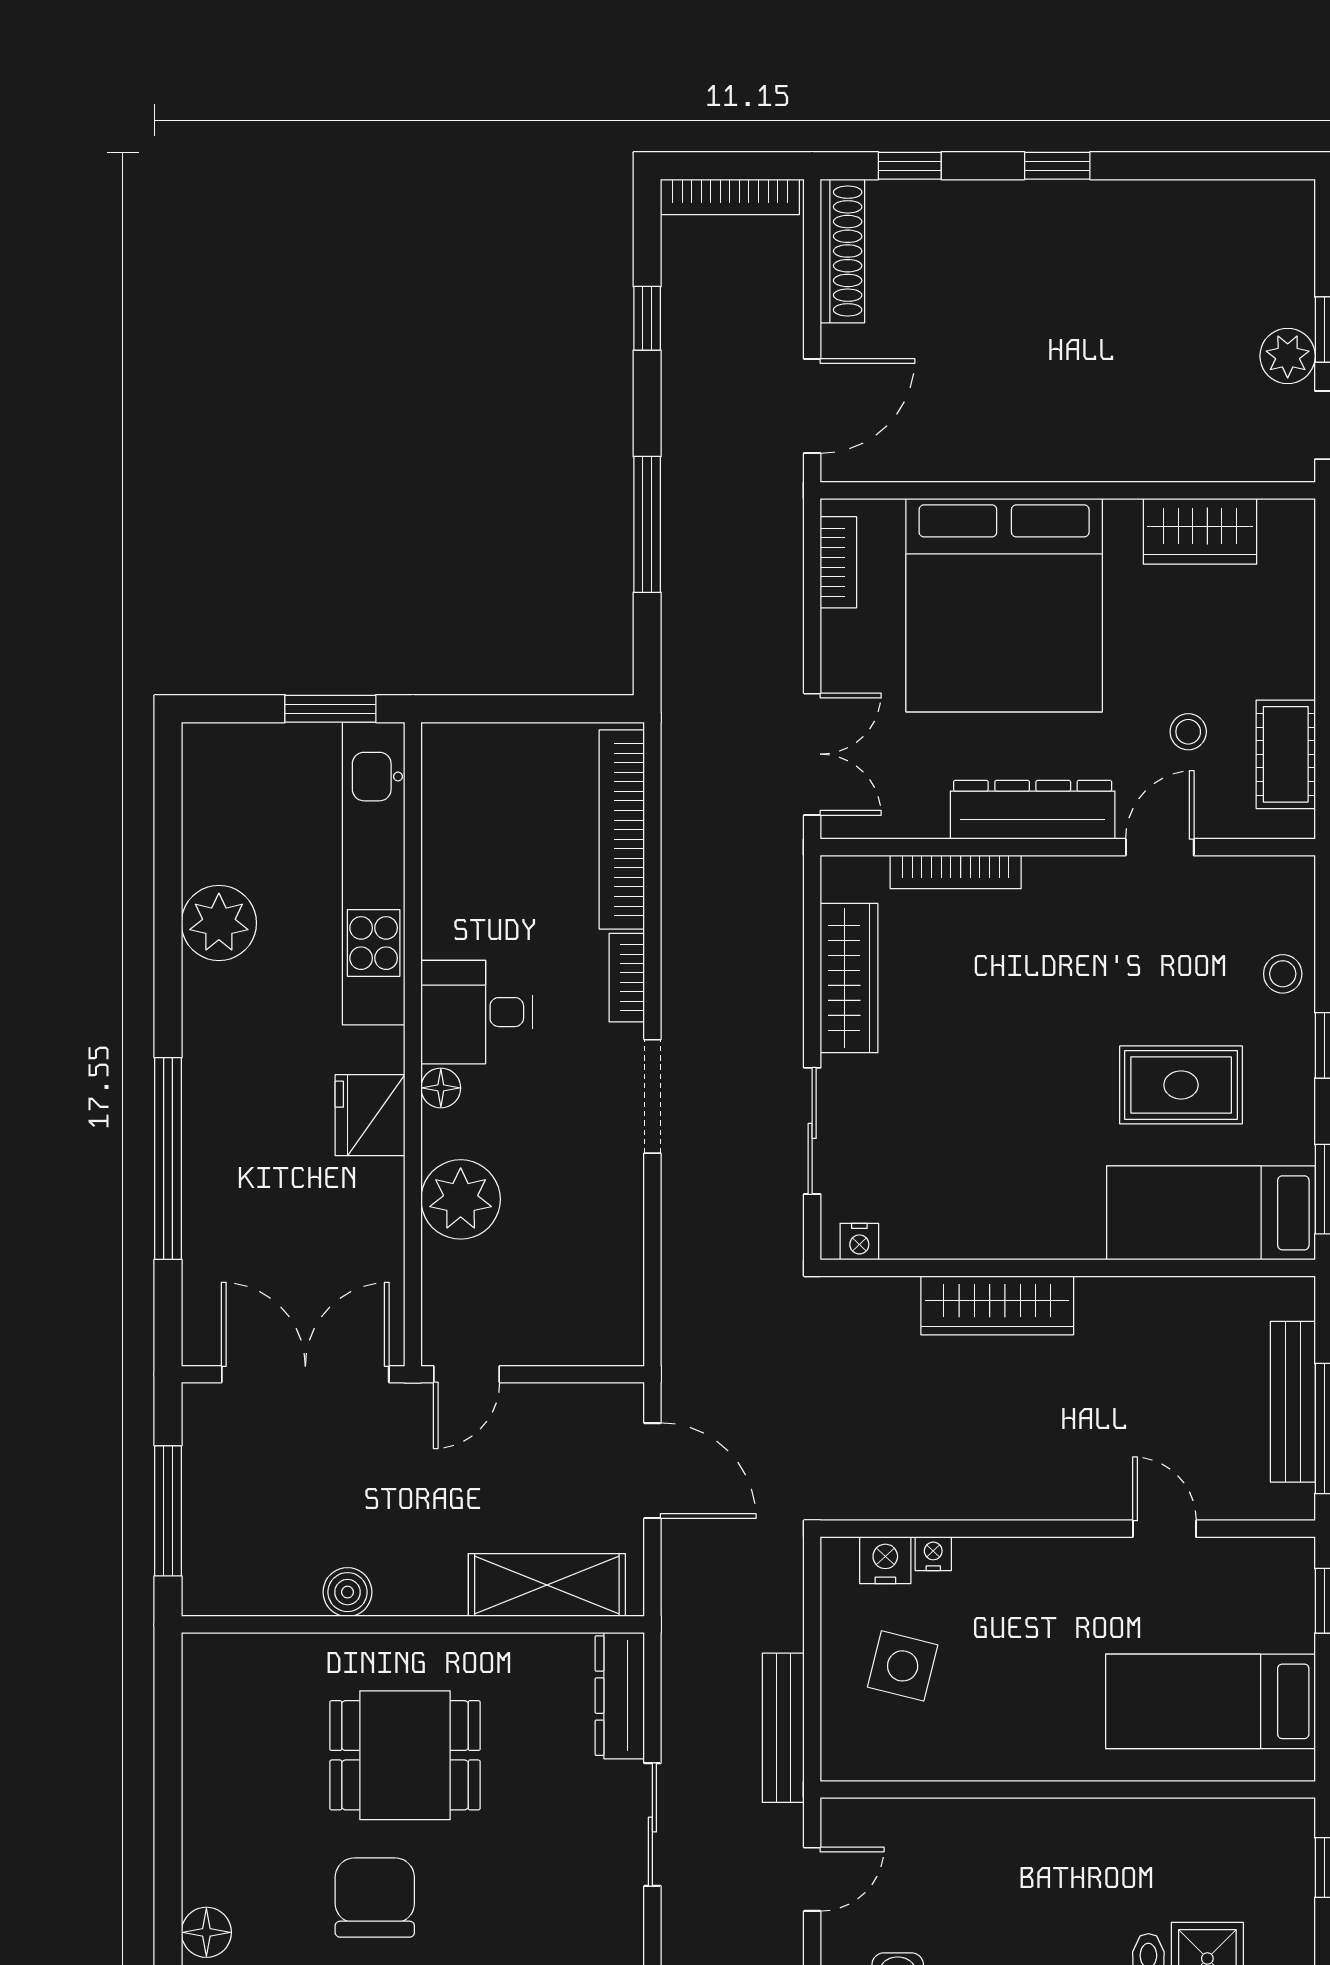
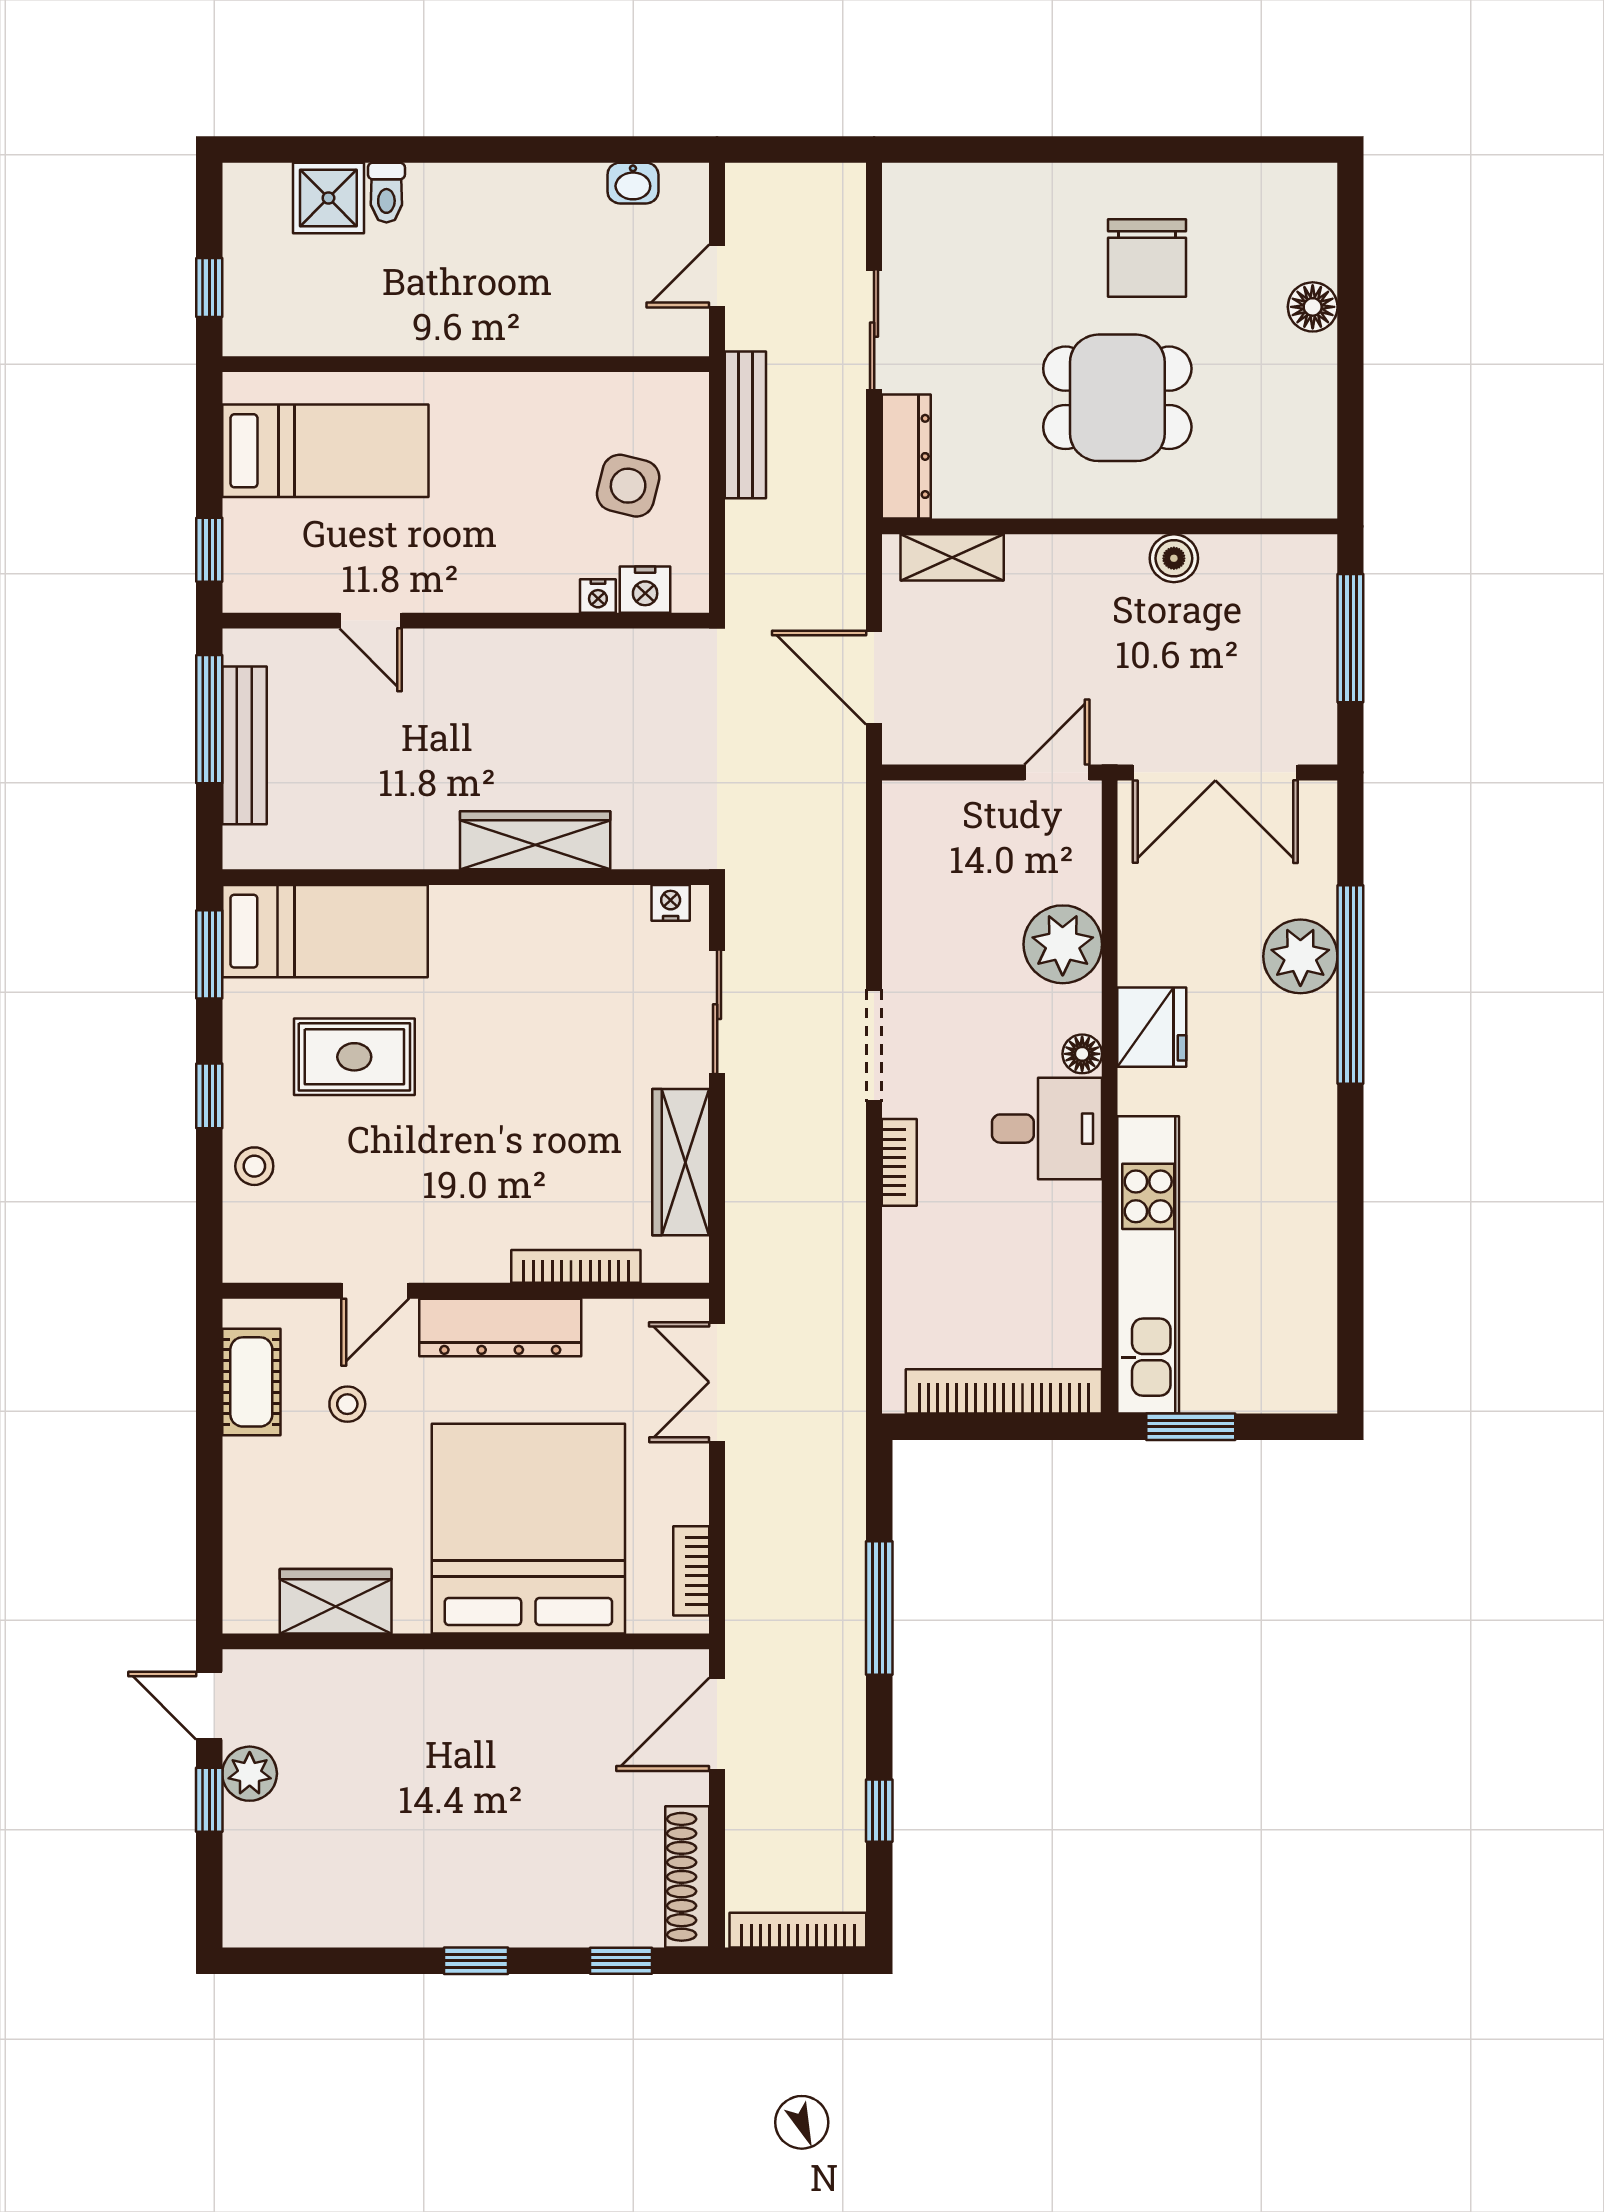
bookcase: (622, 830) -> (1004, 1391), moved, turned -90
plant: (219, 923) -> (1300, 956), moved
shelving: (547, 1585) -> (952, 557), width x0.67, depth x0.75
floor lamp: (206, 1932) -> (1313, 307), moved

